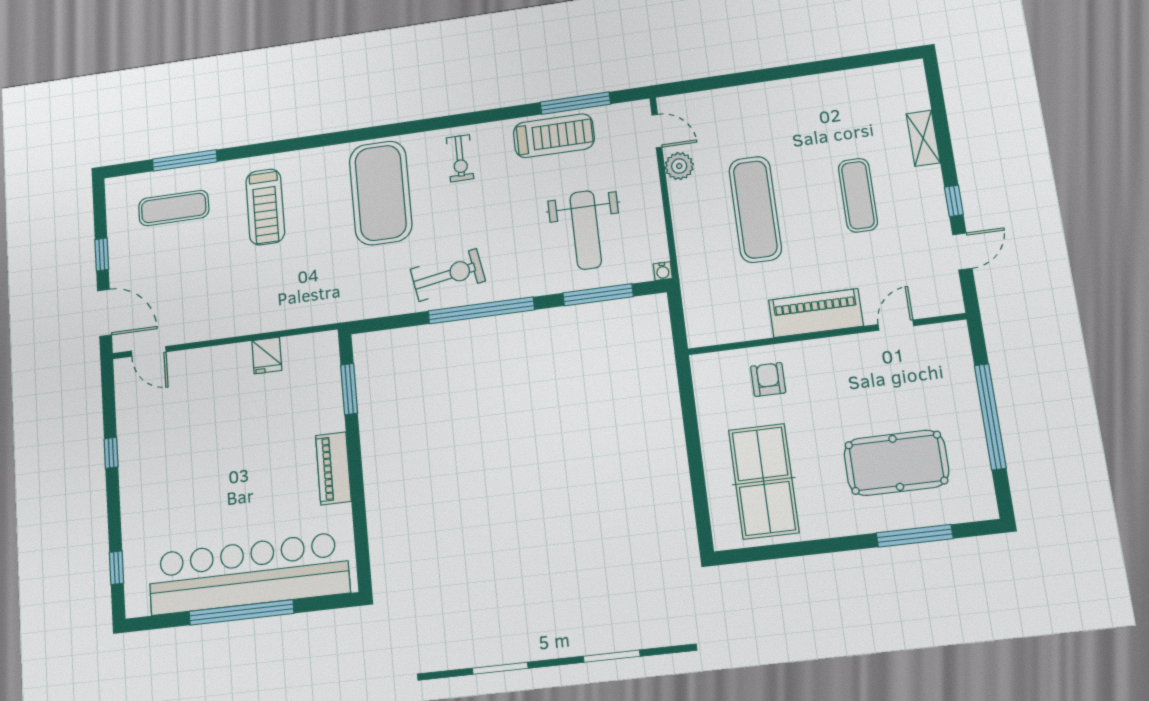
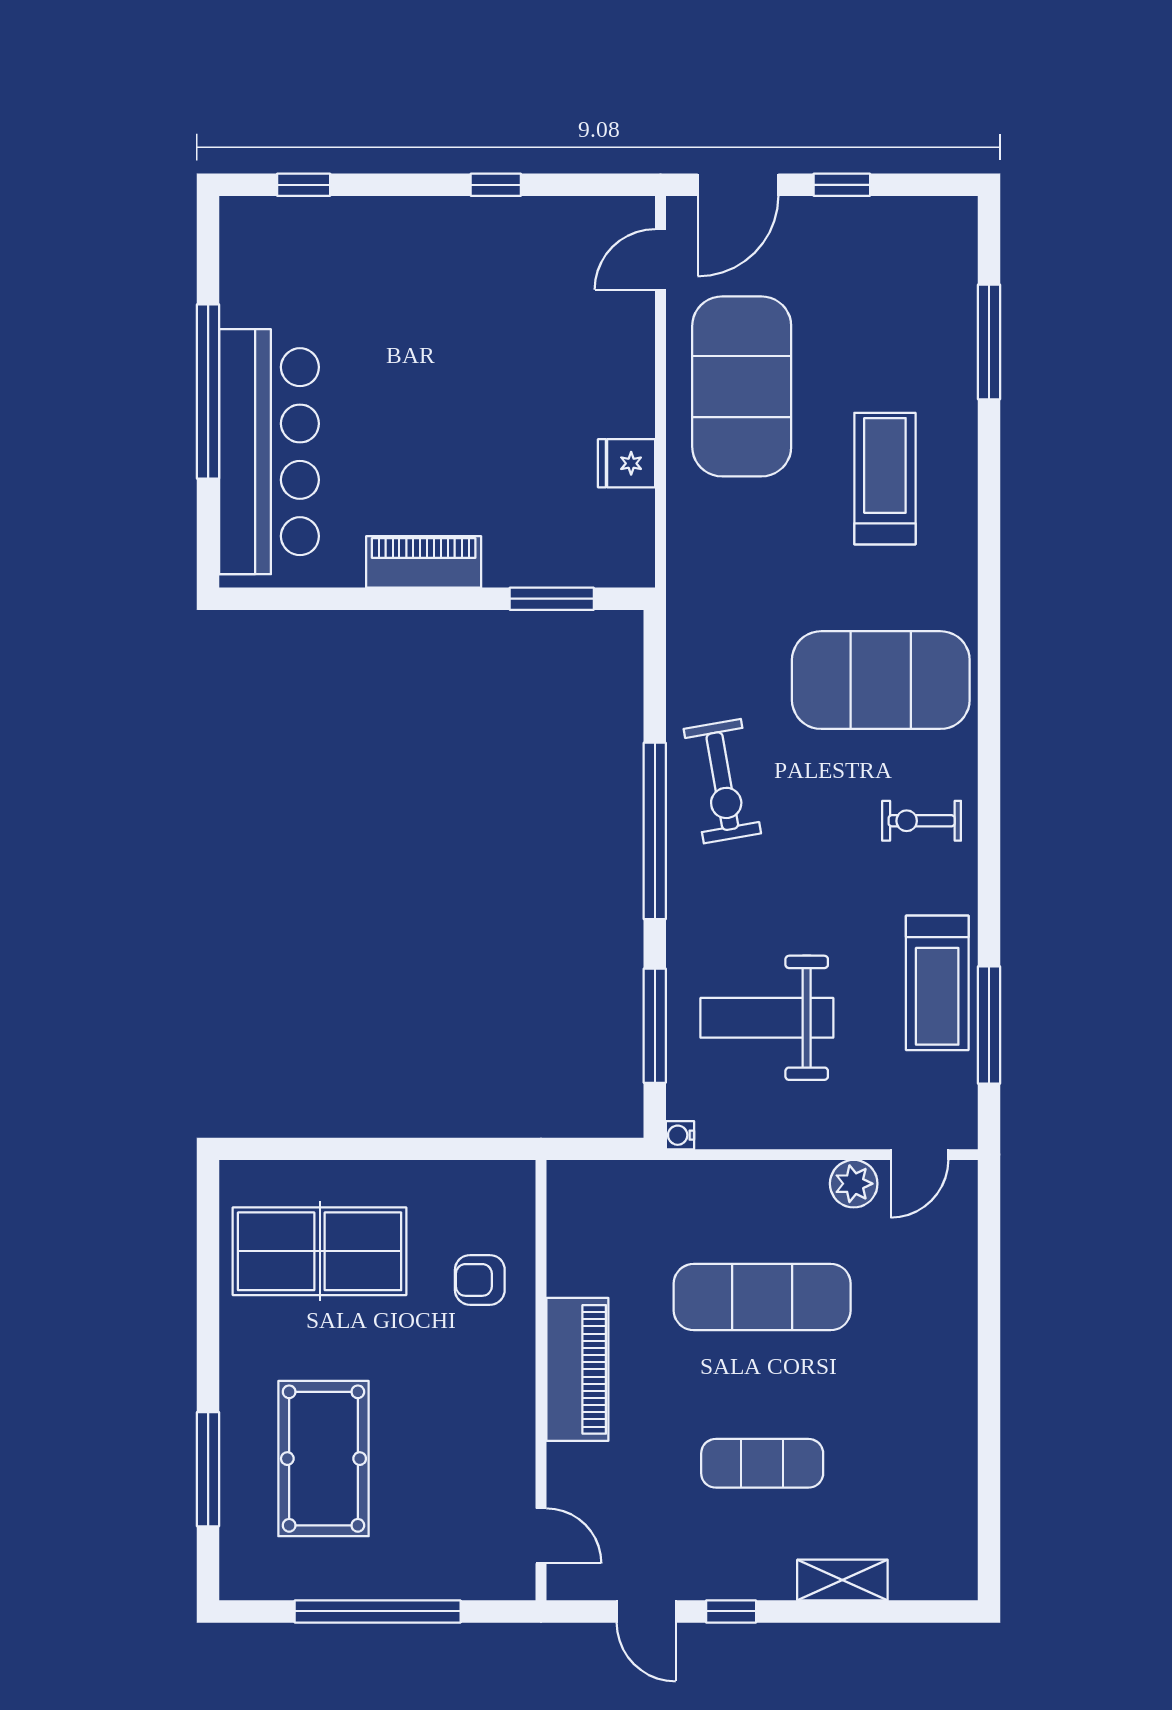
treadmill: (265, 207) -> (885, 479), turned 90
exercise mat: (174, 208) -> (742, 386), moved, width x2.00, depth x1.45
door: (896, 325) -> (541, 1536), moved
armchair: (768, 379) -> (480, 1280), turned 180
bar counter: (248, 574) -> (269, 452), width x0.73

